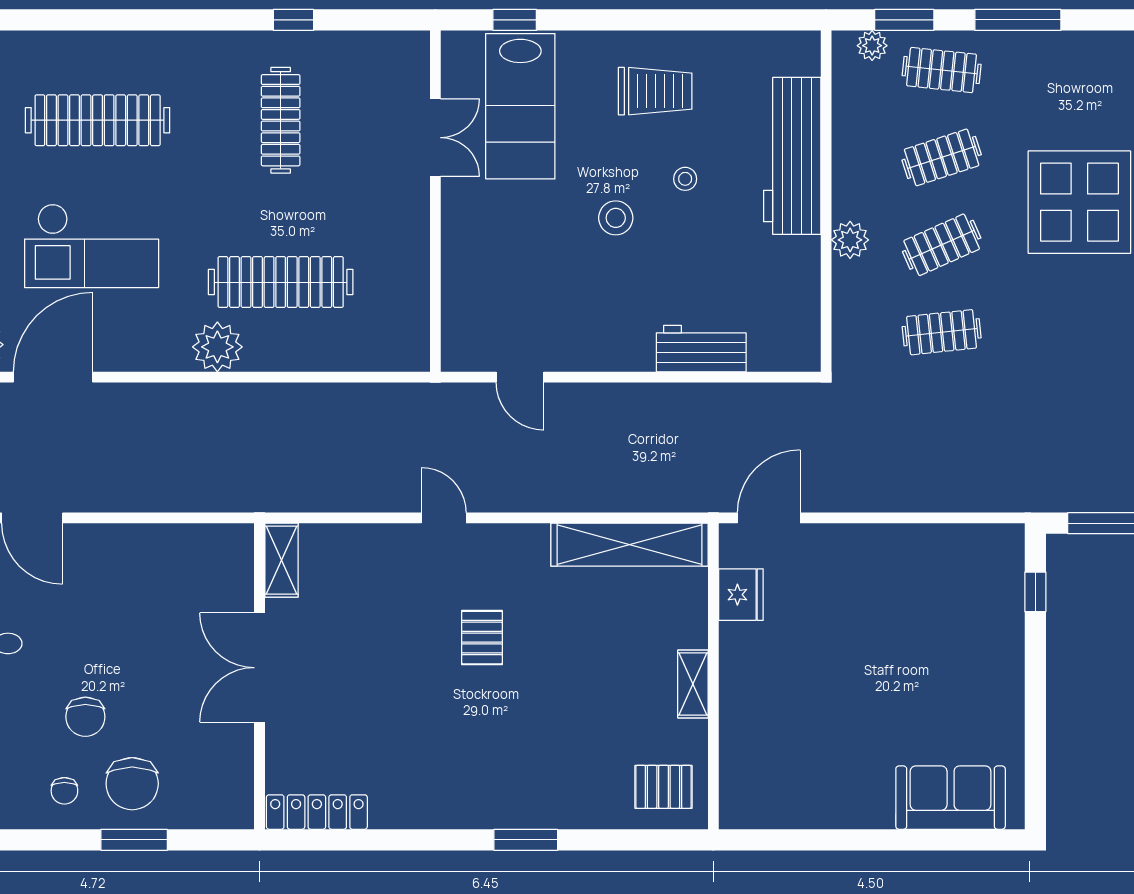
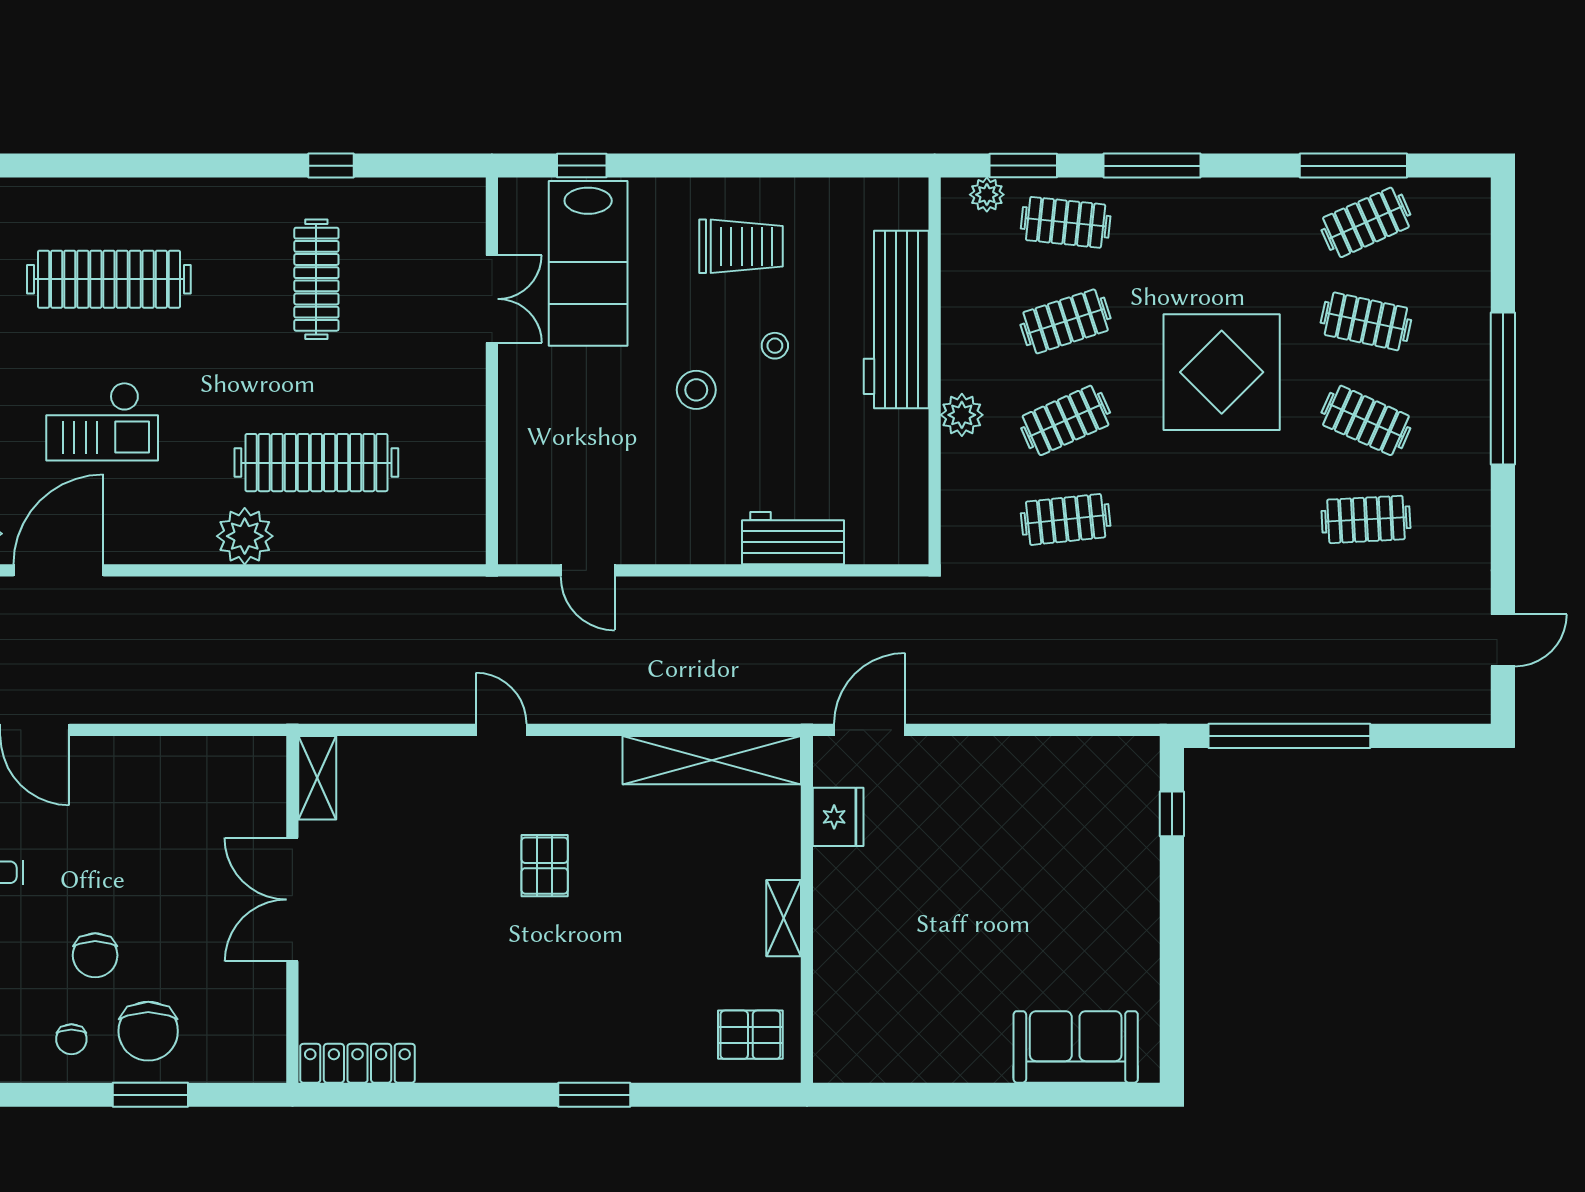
checkout: (92, 246) -> (102, 421), width x0.73, depth x0.83

